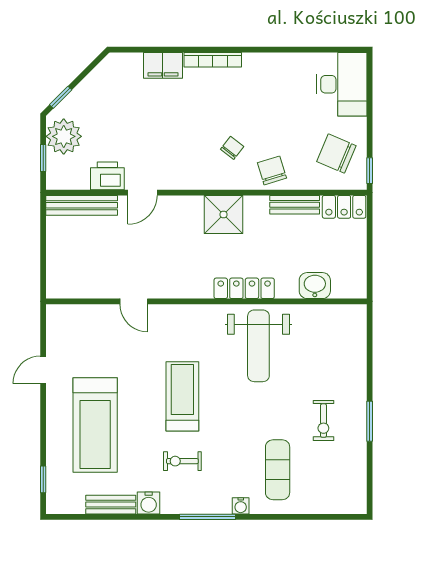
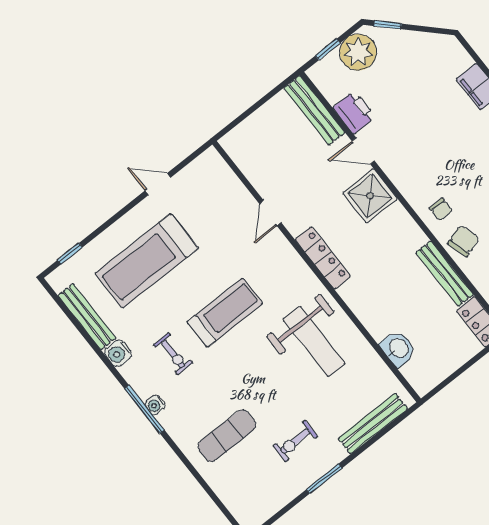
chair: (232, 148) -> (441, 209), moved, turned 52
bench: (295, 205) -> (445, 274), width x1.36
shower: (223, 214) -> (370, 196), moved
locker: (244, 288) -> (323, 258), moved
weight bench: (258, 346) -> (314, 342), turned -90
bench: (357, 350) -> (373, 423), added
exercise bike: (182, 461) -> (173, 354), turned 180
bench: (111, 505) -> (87, 317), width x1.36
water cooler: (241, 506) -> (155, 405), moved

